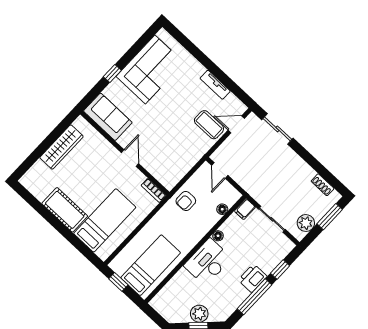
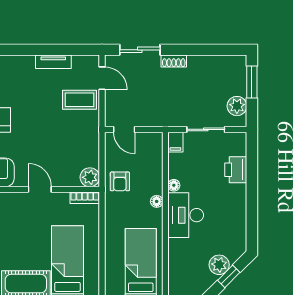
door: (236, 124) -> (102, 78), swing flipped
plant: (169, 180) -> (90, 177), added
shoe rack: (323, 185) -> (174, 61), moved
floor lamp: (222, 209) -> (157, 201), moved
window: (280, 270) -> (252, 165), removed
printer: (253, 278) -> (236, 170), moved
window: (254, 297) -> (252, 208), removed

